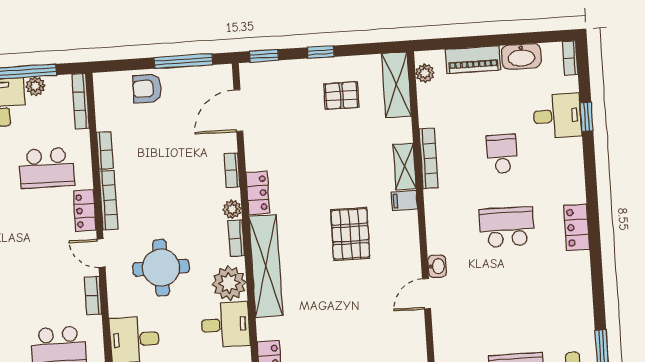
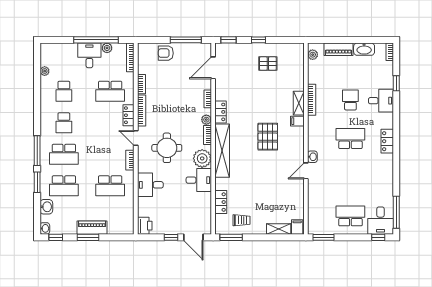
shelving: (396, 85) -> (297, 60), removed
desk: (557, 116) -> (381, 101), moved

